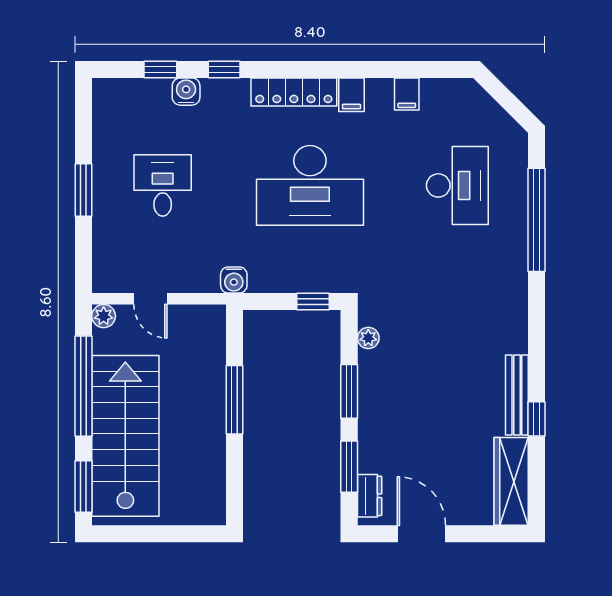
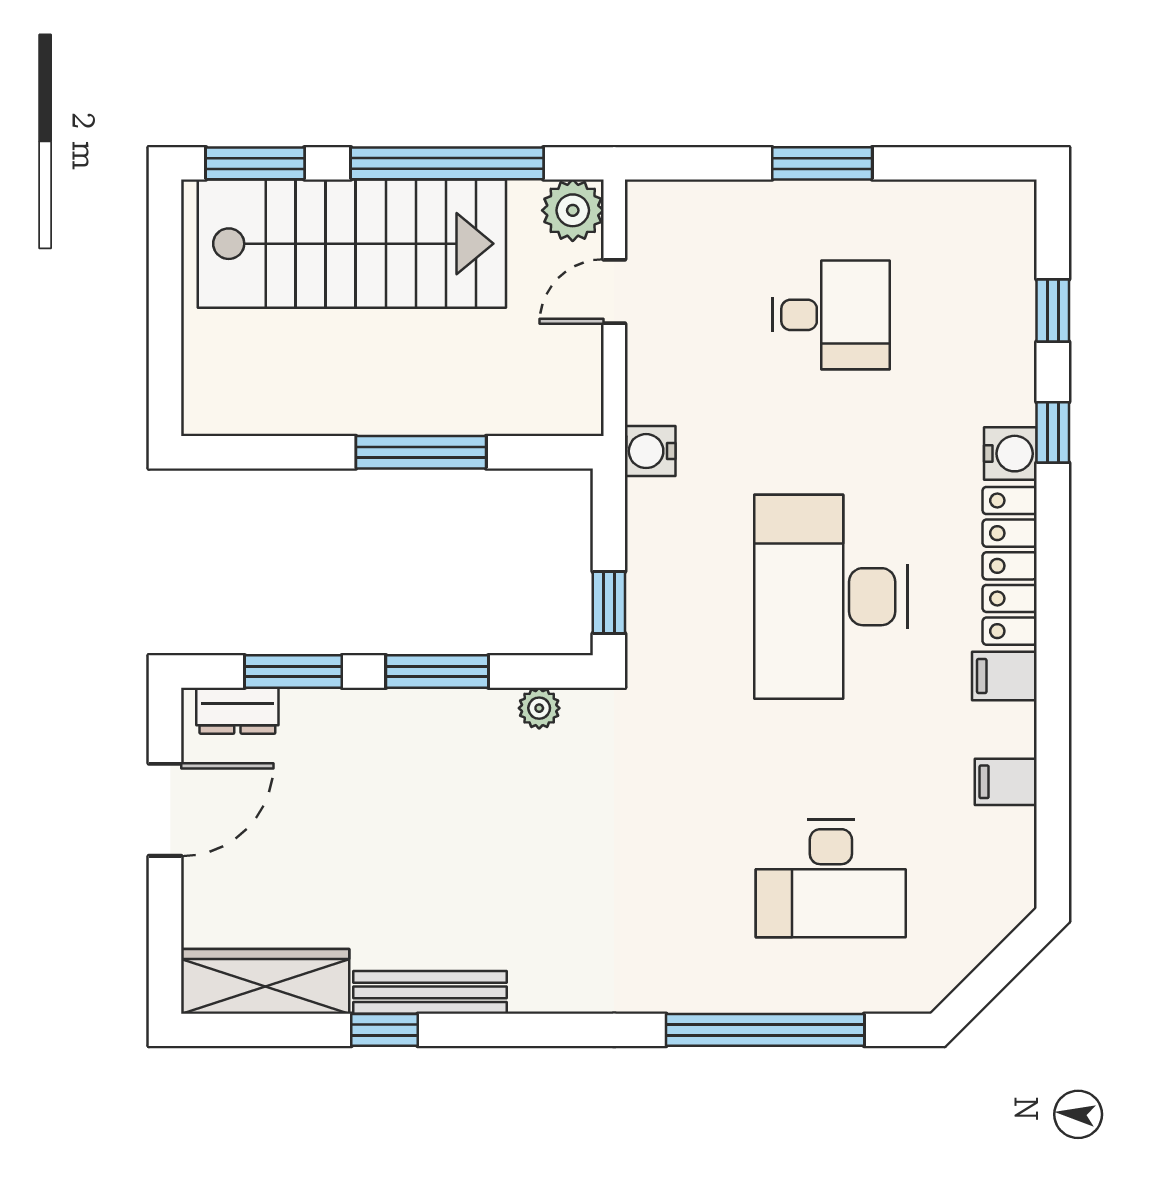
water cooler: (186, 92) -> (1010, 454), moved
plant: (104, 316) -> (573, 210), width x1.38, depth x1.38

